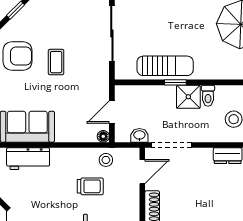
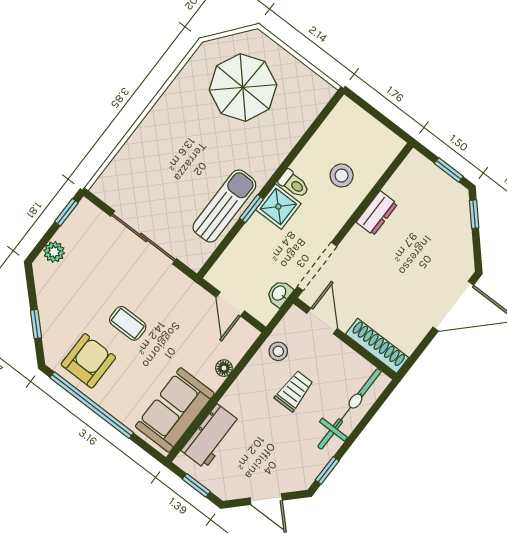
floor lamp: (103, 136) -> (224, 368), moved

